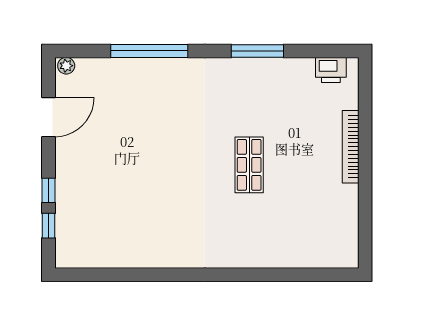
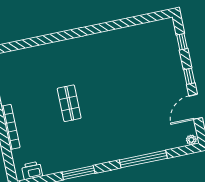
window: (48, 190) -> (189, 76), moved

